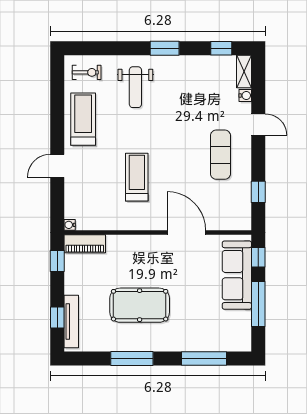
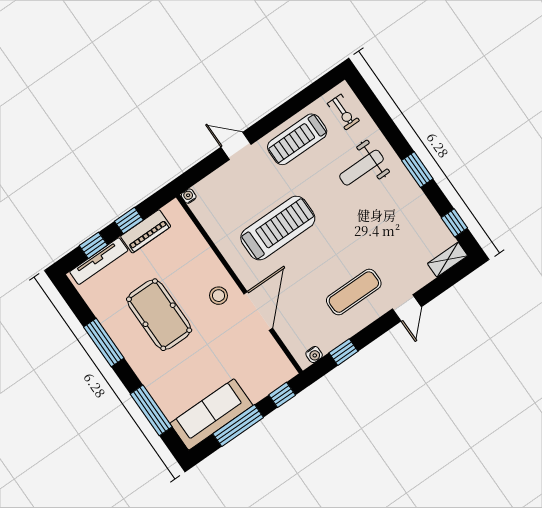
water cooler: (245, 95) -> (314, 354), moved
treadmill: (83, 119) -> (297, 139), turned 180
treadmill: (137, 177) -> (278, 228), width x1.37, depth x1.38
piano: (85, 244) -> (146, 231), moved, turned -90
stool: (156, 253) -> (219, 296), added
window: (57, 261) -> (129, 221), moved
sofa: (237, 275) -> (211, 414), moved

